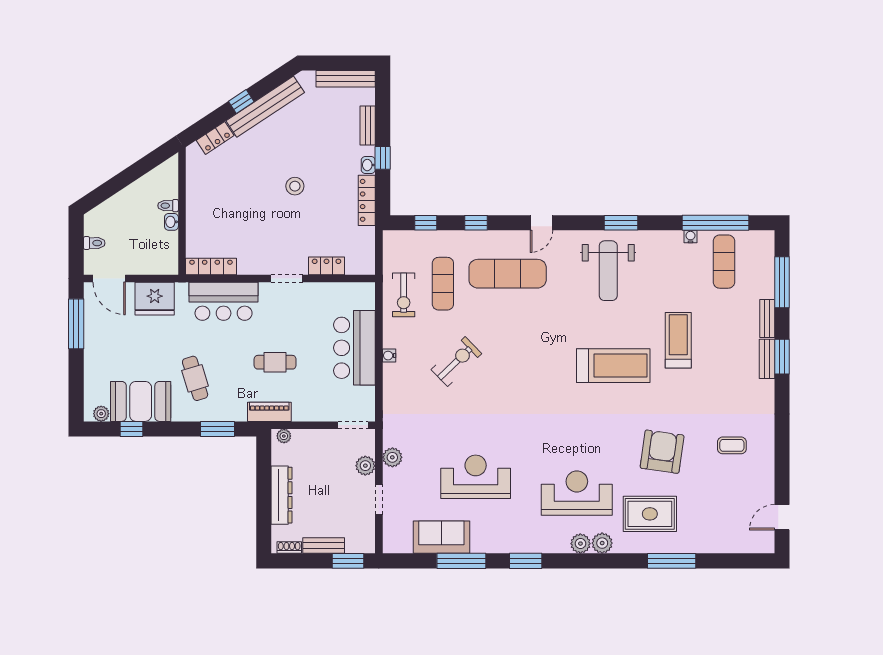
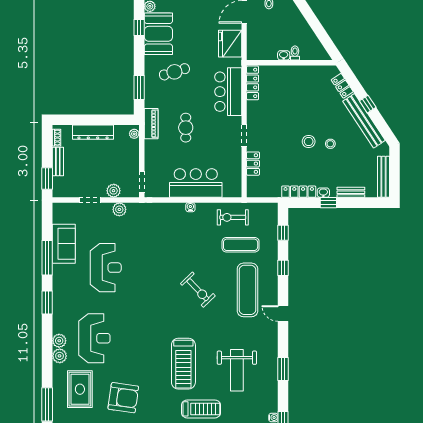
stool: (298, 155) -> (330, 144), added
weight bench: (608, 271) -> (237, 370), moved, turned -90
exercise bike: (456, 362) -> (198, 290), moved

